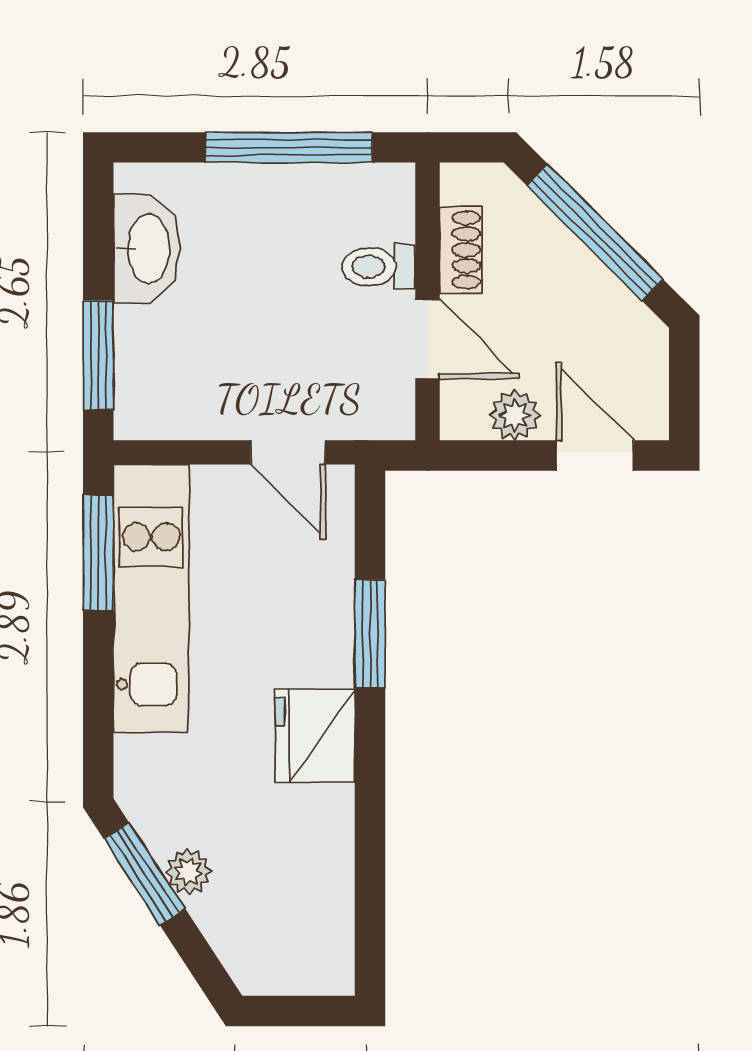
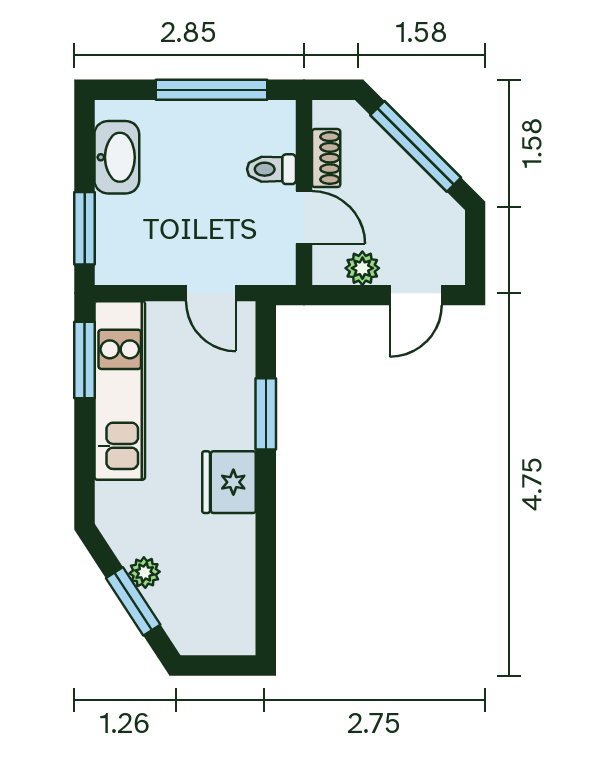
door: (595, 455) -> (416, 295), swing flipped
window: (144, 874) -> (133, 601), moved

